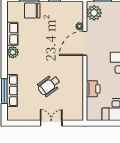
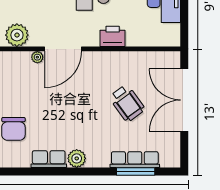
door: (85, 43) -> (63, 49), hinge flipped
printer: (93, 89) -> (113, 36), moved
double door: (51, 123) -> (184, 100), width x1.87

